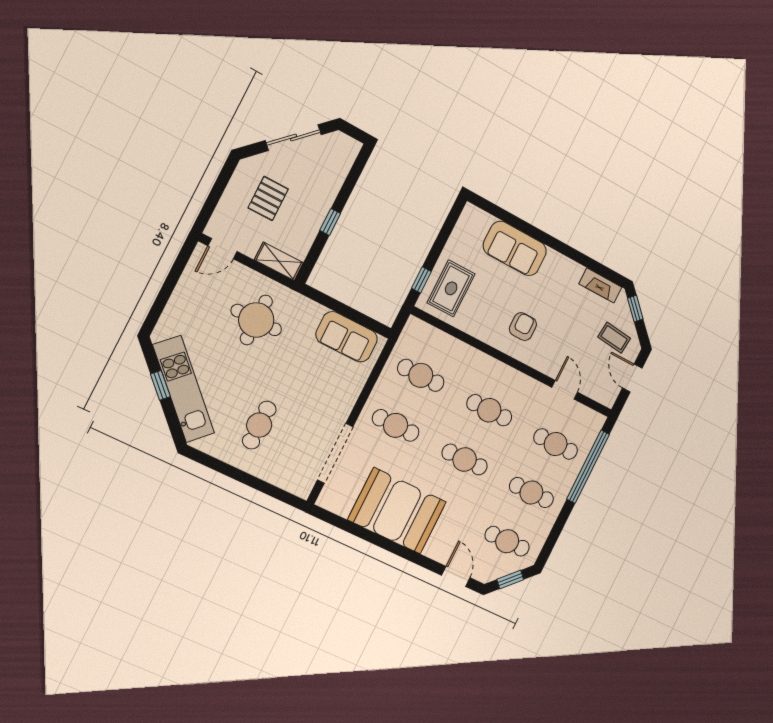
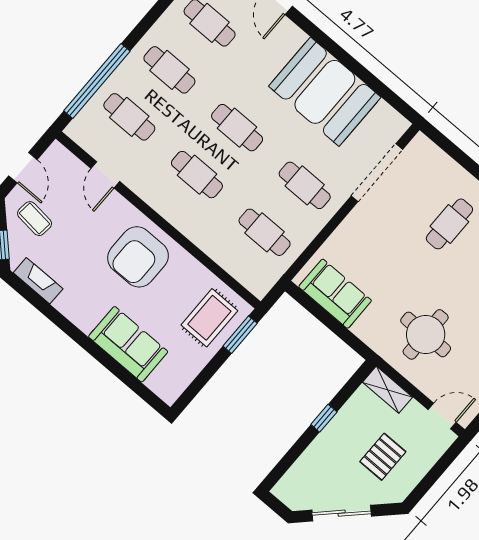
window: (421, 280) -> (240, 335), width x1.50
armchair: (523, 327) -> (138, 257), width x1.88, depth x1.88

